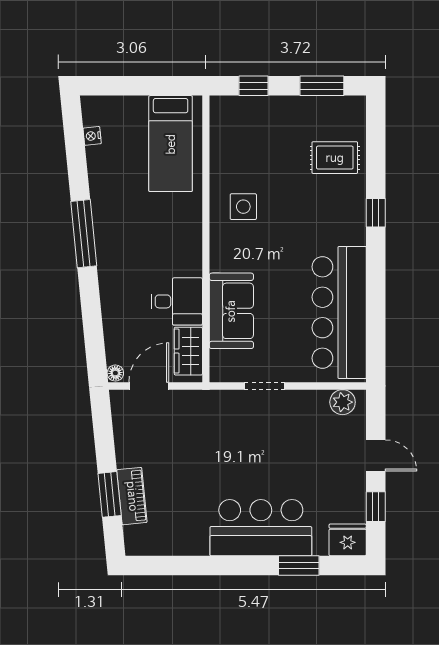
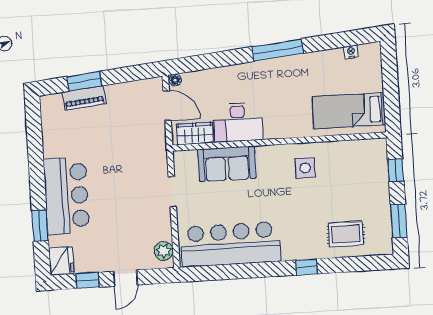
rug: (335, 158) -> (346, 234), turned 90
desk: (177, 301) -> (238, 122), width x1.37

